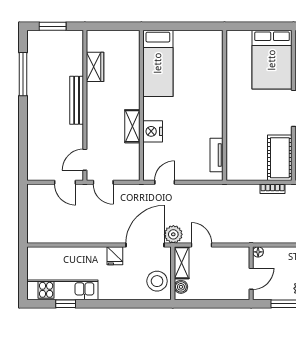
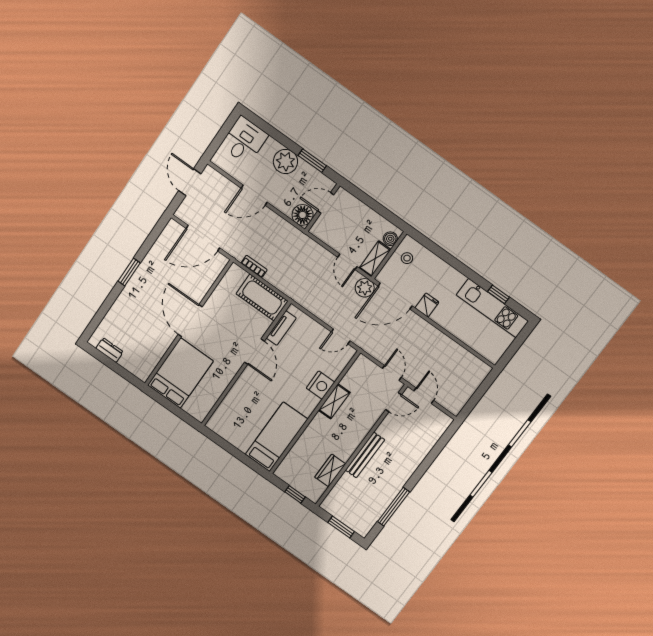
window: (109, 26) -> (295, 494), added
door: (224, 120) -> (254, 352), added
cot: (280, 158) -> (262, 297), moved, turned 90
floor lamp: (258, 252) -> (303, 215), width x1.89, depth x1.89
stool: (157, 281) -> (407, 258), width x0.53, depth x0.53

